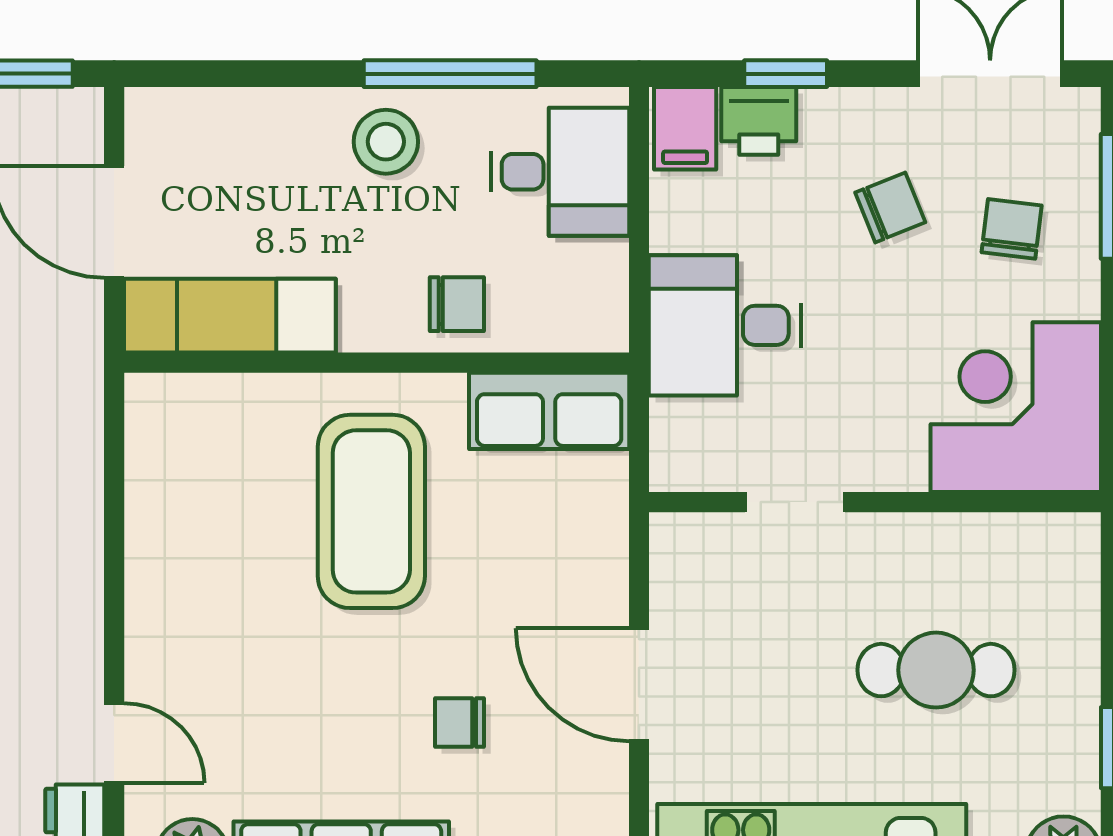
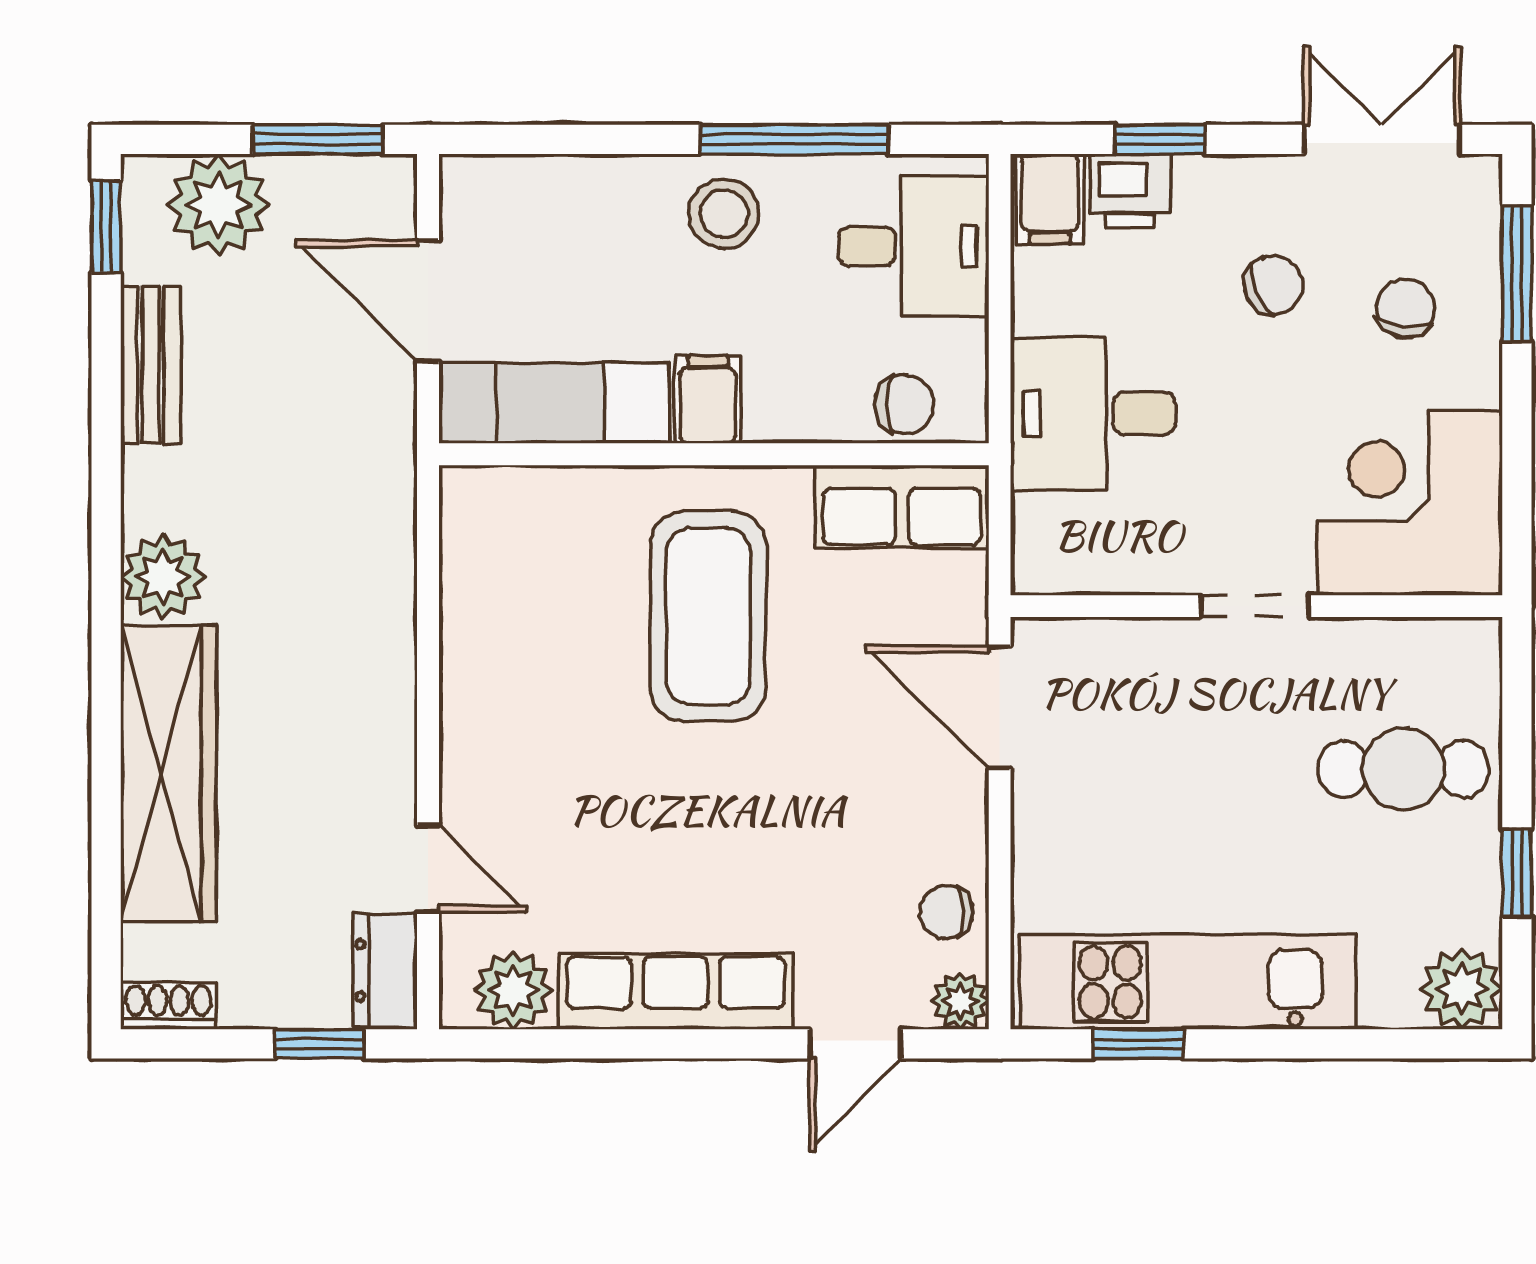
chair: (457, 304) -> (904, 404), moved
filing cabinet: (371, 312) -> (708, 400), added
doorway: (795, 502) -> (1255, 606), moved
cafe table: (936, 670) -> (1403, 769), moved
door: (639, 685) -> (1000, 708), moved
chair: (459, 722) -> (946, 912), moved

